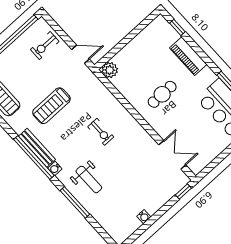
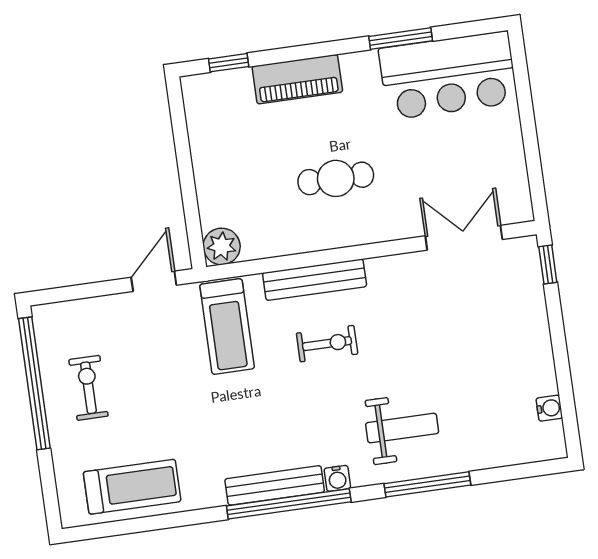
exercise bike: (45, 46) -> (88, 388), moved, turned 180
cafe table: (162, 94) -> (336, 178), turned 90
treadmill: (51, 106) -> (227, 327), moved
bench: (121, 112) -> (315, 280), added
water cooler: (144, 217) -> (549, 408), moved

